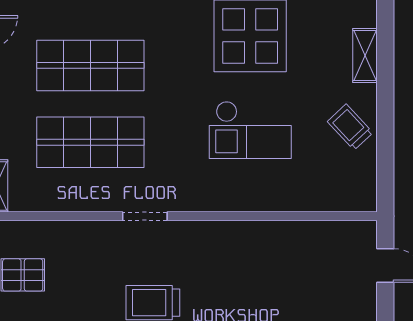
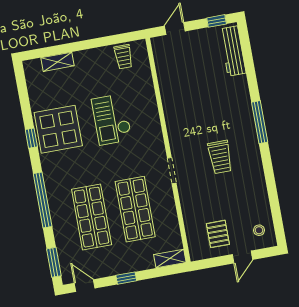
trolley: (350, 127) -> (123, 57), moved, turned -47
checkout: (250, 130) -> (112, 119), turned 180

